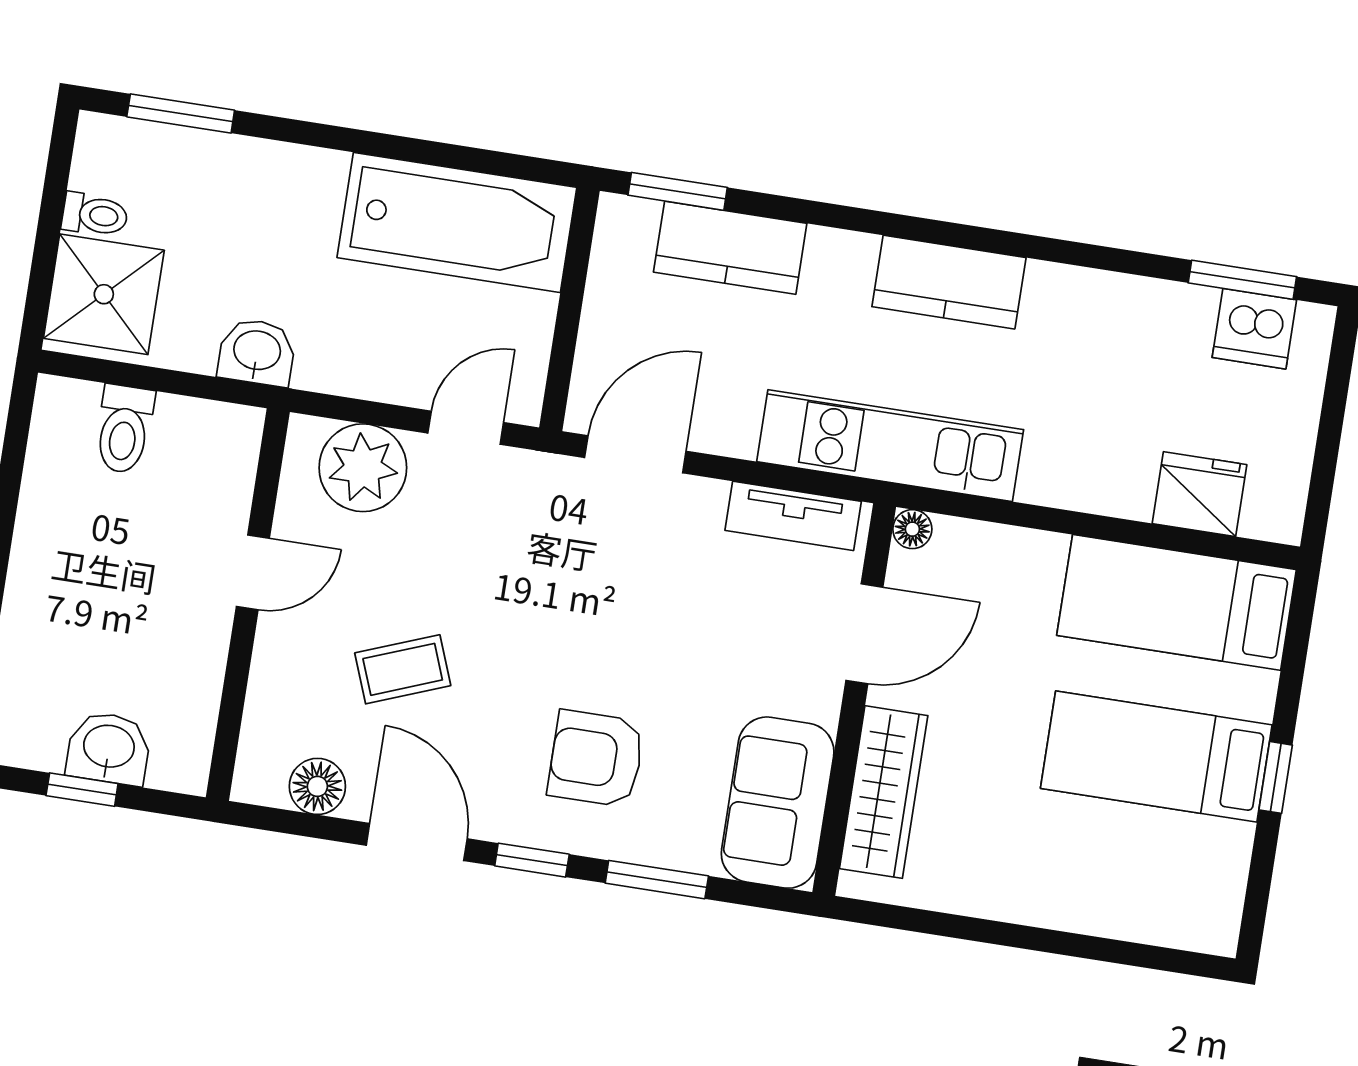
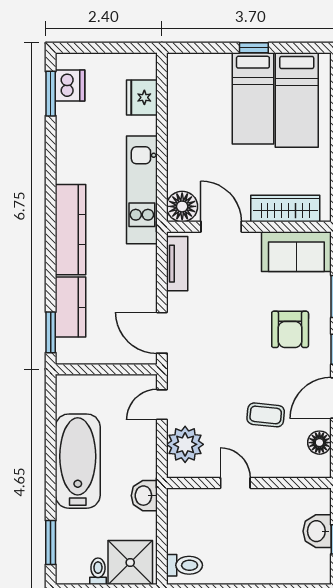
bathtub: (457, 222) -> (78, 461), moved
kitchen counter: (949, 282) -> (71, 230), width x1.50
door: (466, 428) -> (162, 405), hinge flipped
toilet: (124, 429) -> (185, 565), moved
kitchen unit: (890, 446) -> (142, 190), moved
floor lamp: (912, 529) -> (182, 206), width x1.89, depth x1.89
bed: (1177, 602) -> (297, 100), moved
coffee table: (403, 669) -> (266, 415), turned -63

